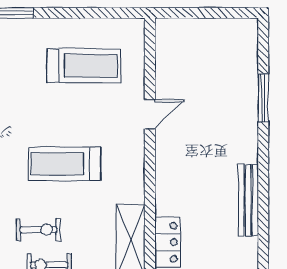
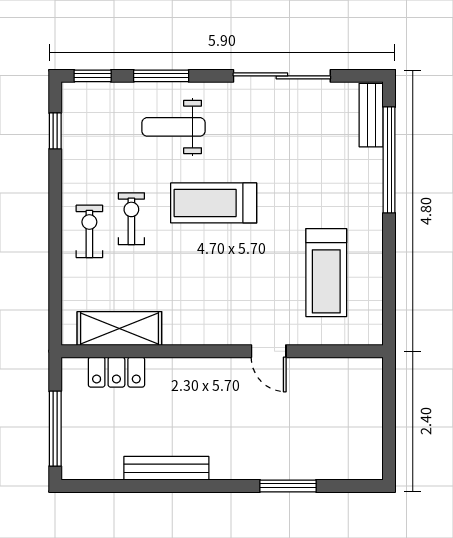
treadmill: (64, 164) -> (214, 203), moved, turned -90
exercise bike: (38, 230) -> (131, 219), turned 180

